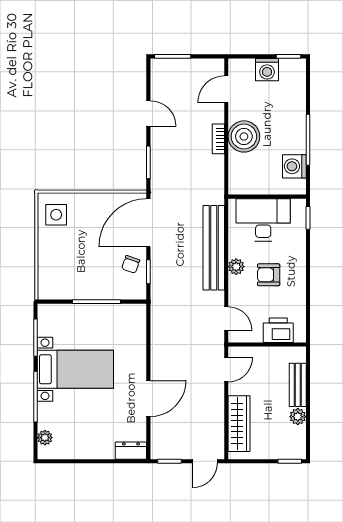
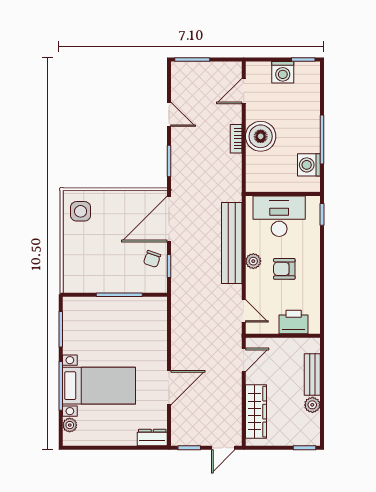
bed with nightstands: (75, 369) -> (99, 386), moved

